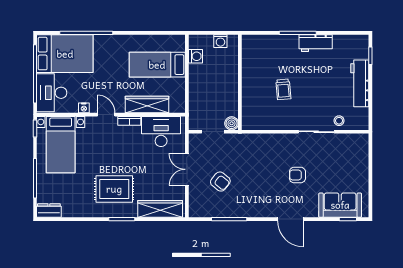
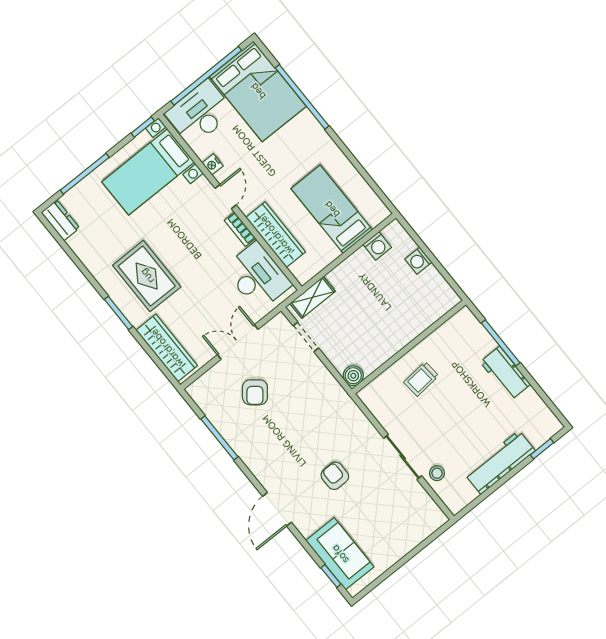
wall: (240, 82) -> (409, 347), moved
shelving: (195, 112) -> (313, 297), added
boiler: (232, 123) -> (353, 376), moved

